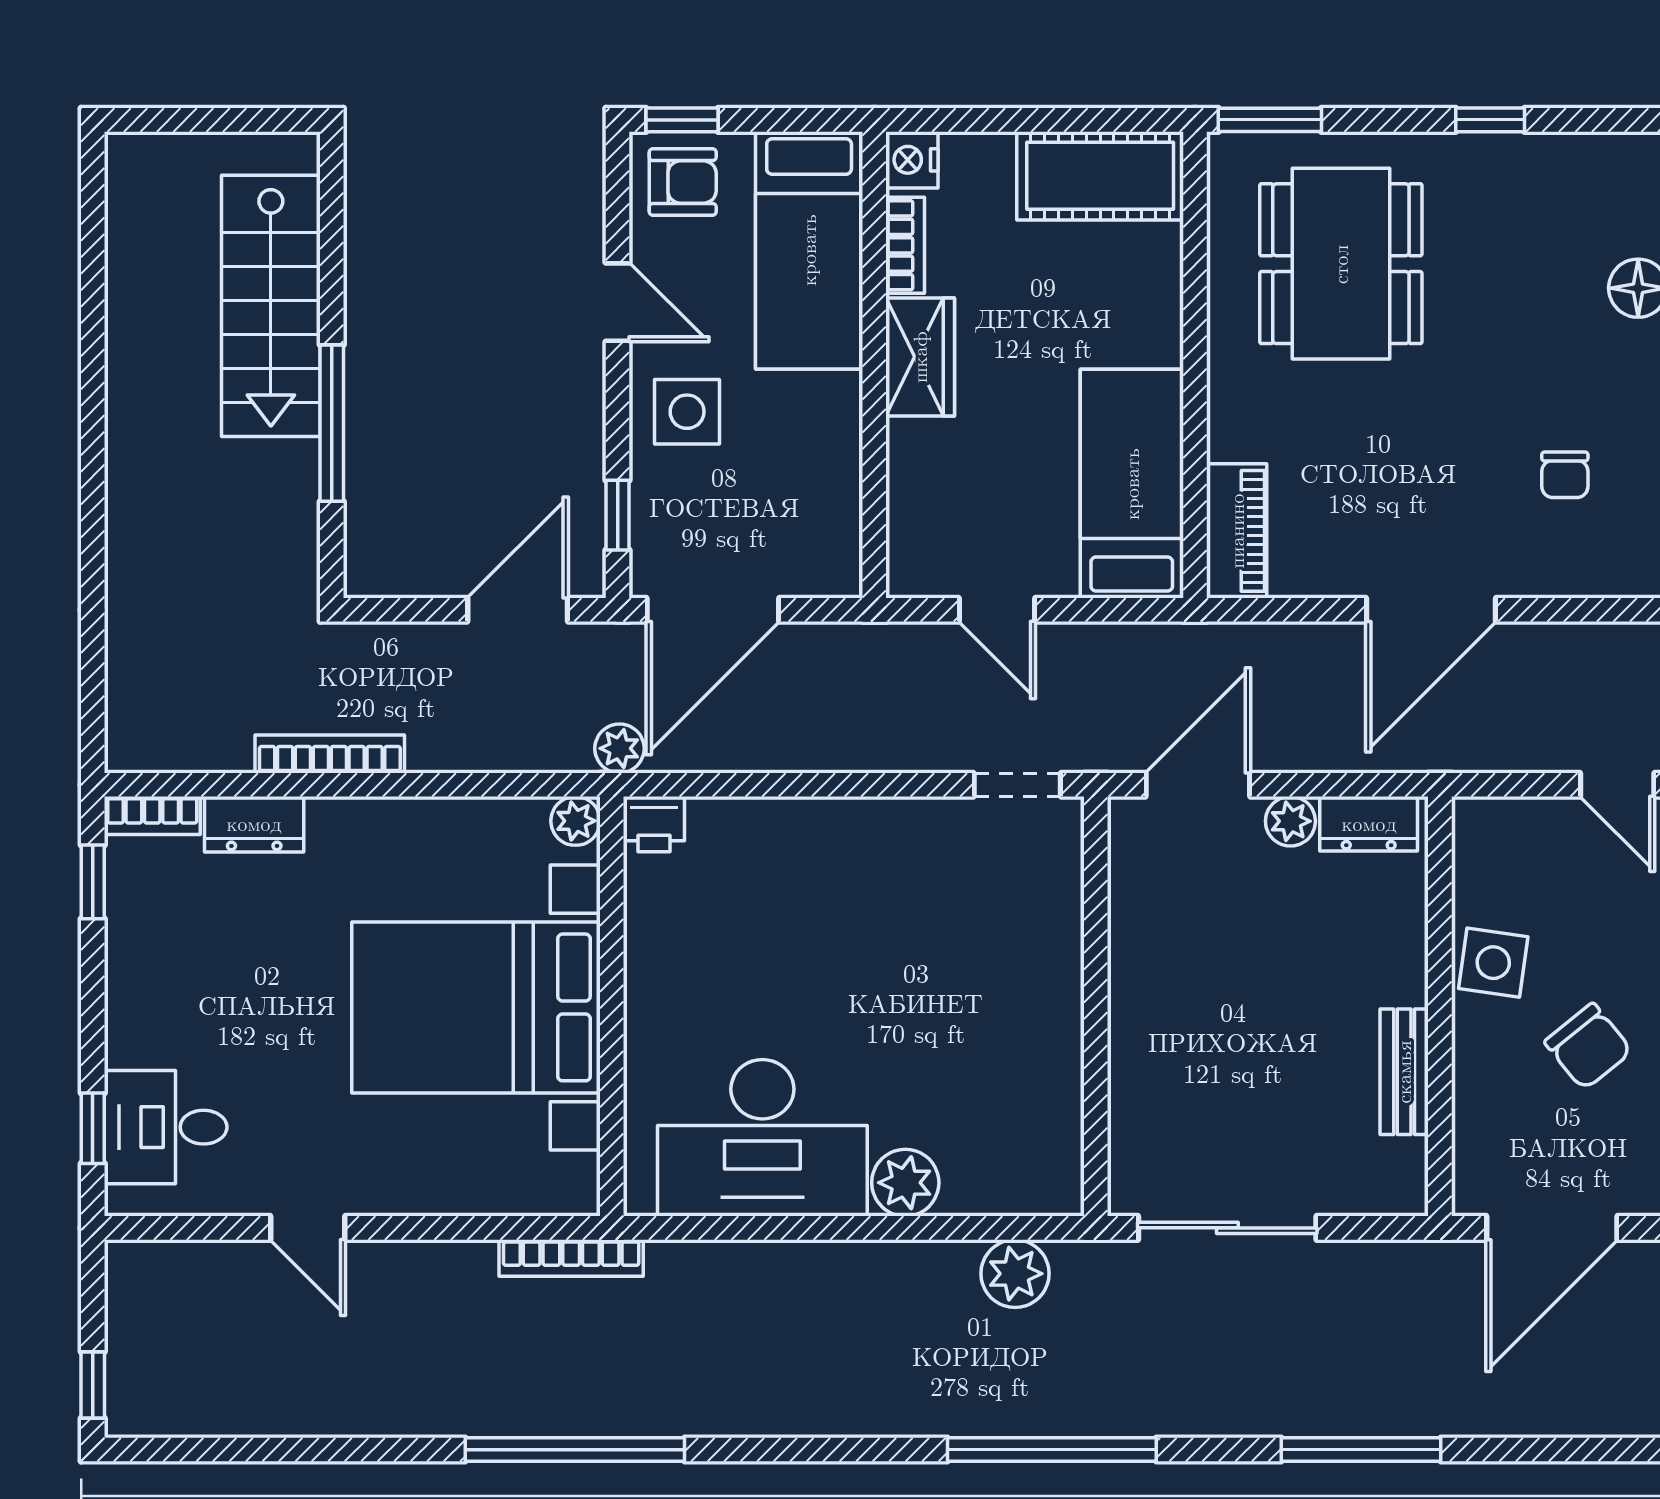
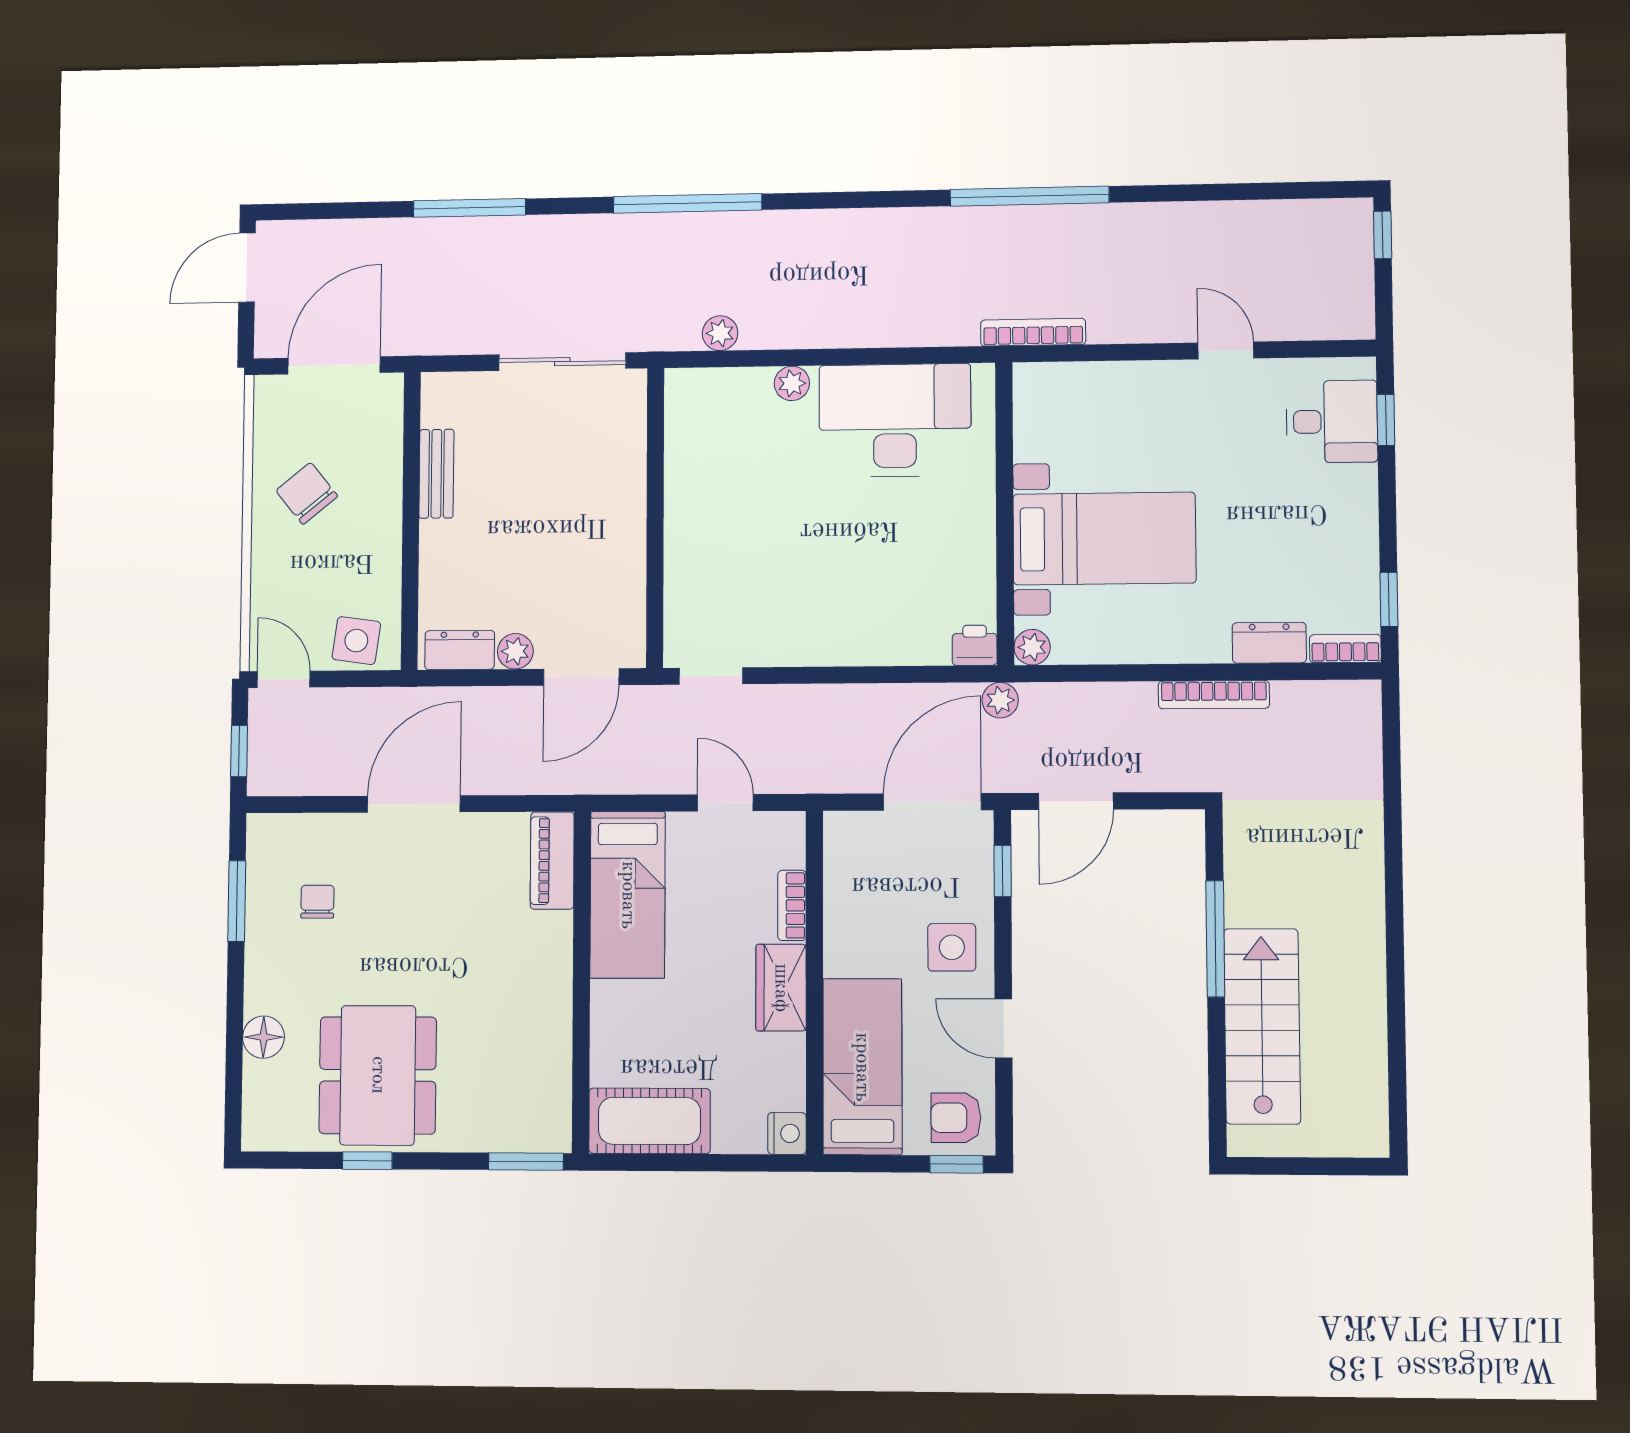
bookcase: (905, 245) -> (792, 905), moved
dining table: (1341, 264) -> (378, 1075), moved
side table: (1493, 963) -> (356, 641), moved
bed with nightstands: (476, 1007) -> (1104, 539), width x0.73
plant: (905, 1183) -> (792, 383), width x0.73, depth x0.73
plant: (1015, 1274) -> (720, 333), width x0.73, depth x0.73

